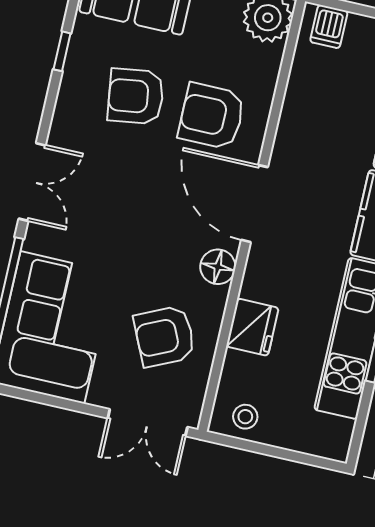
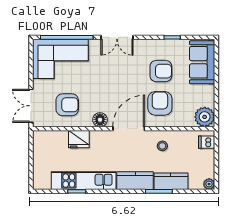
armchair: (136, 96) -> (161, 71), turned 98
armchair: (165, 336) -> (67, 105), turned 115
stool: (245, 417) -> (162, 146), moved

